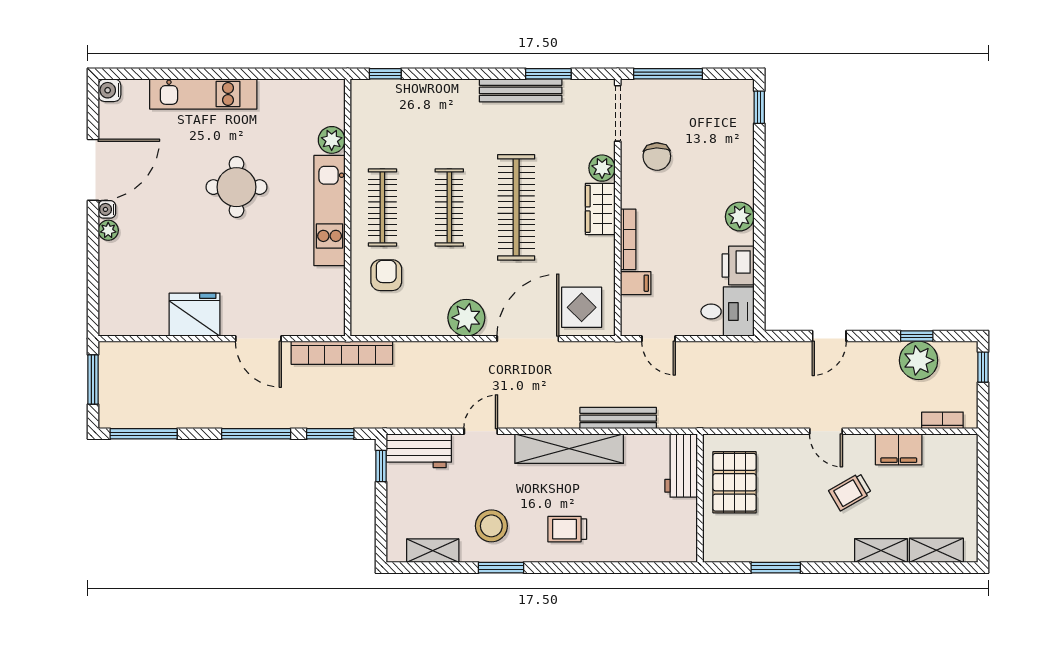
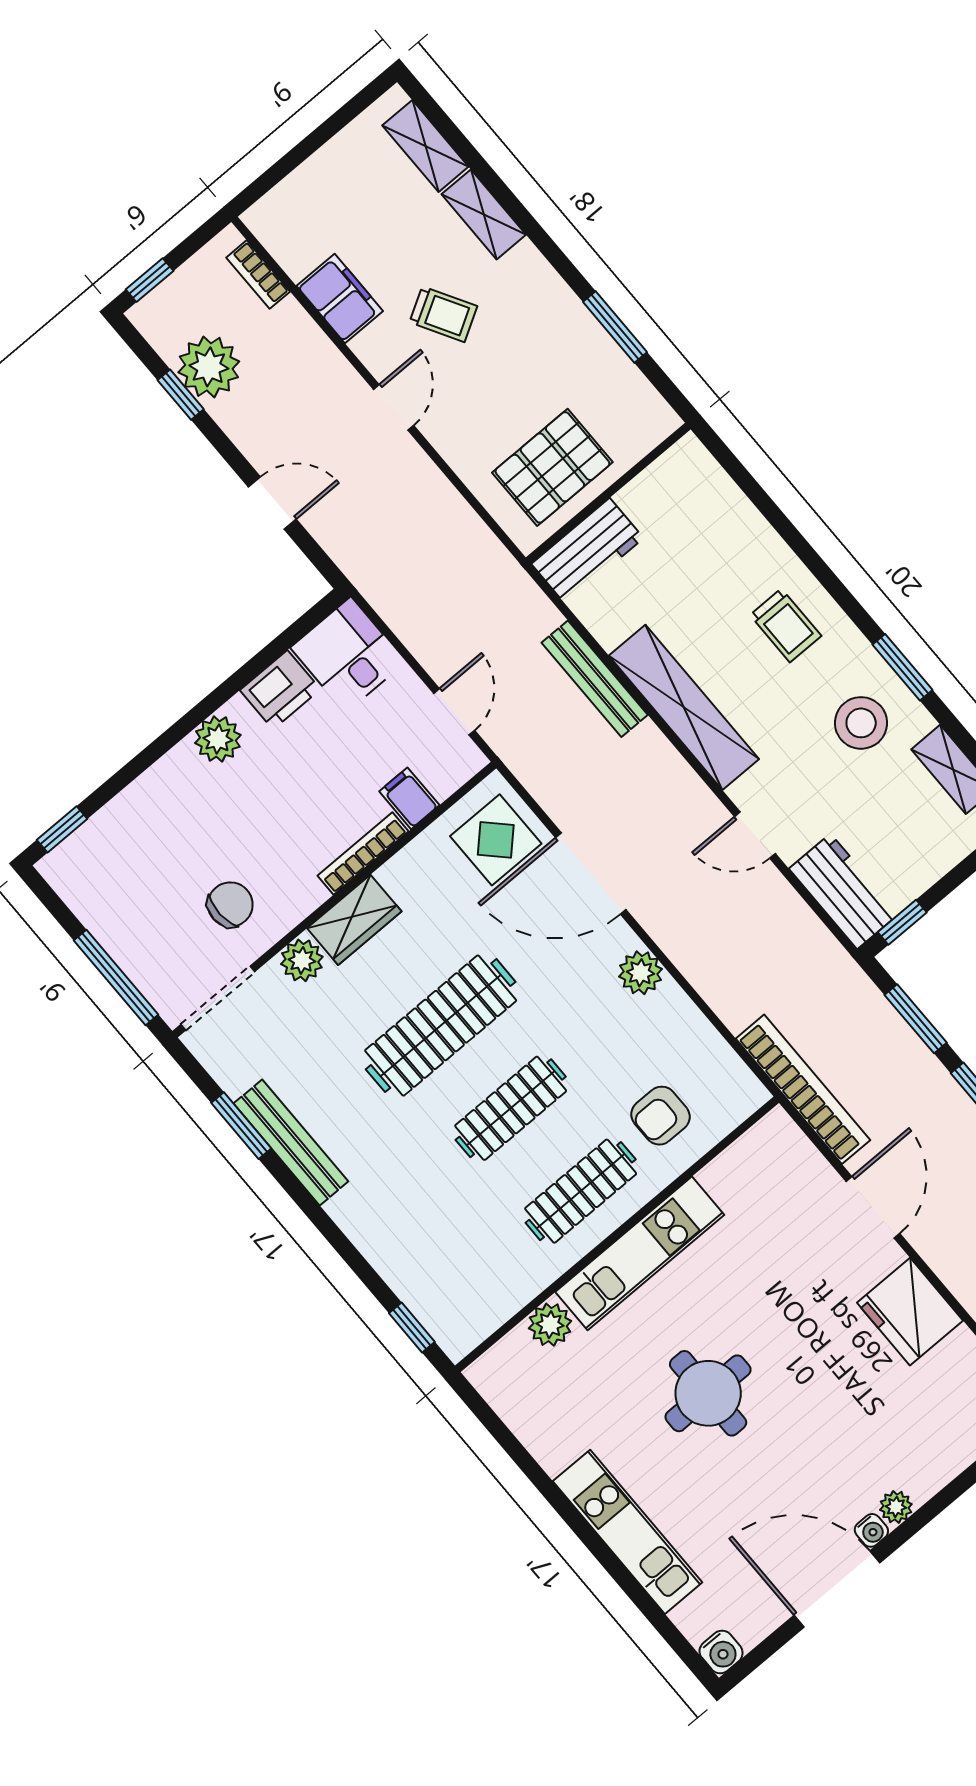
plant: (466, 318) -> (640, 973), width x0.73, depth x0.73

